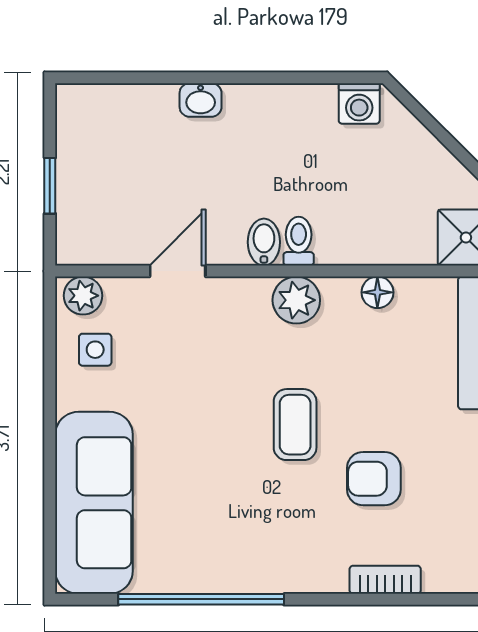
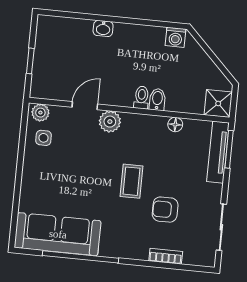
bidet: (264, 242) -> (157, 100), moved
plant: (296, 300) -> (110, 122), moved
sofa: (94, 503) -> (58, 234), moved, turned -90

